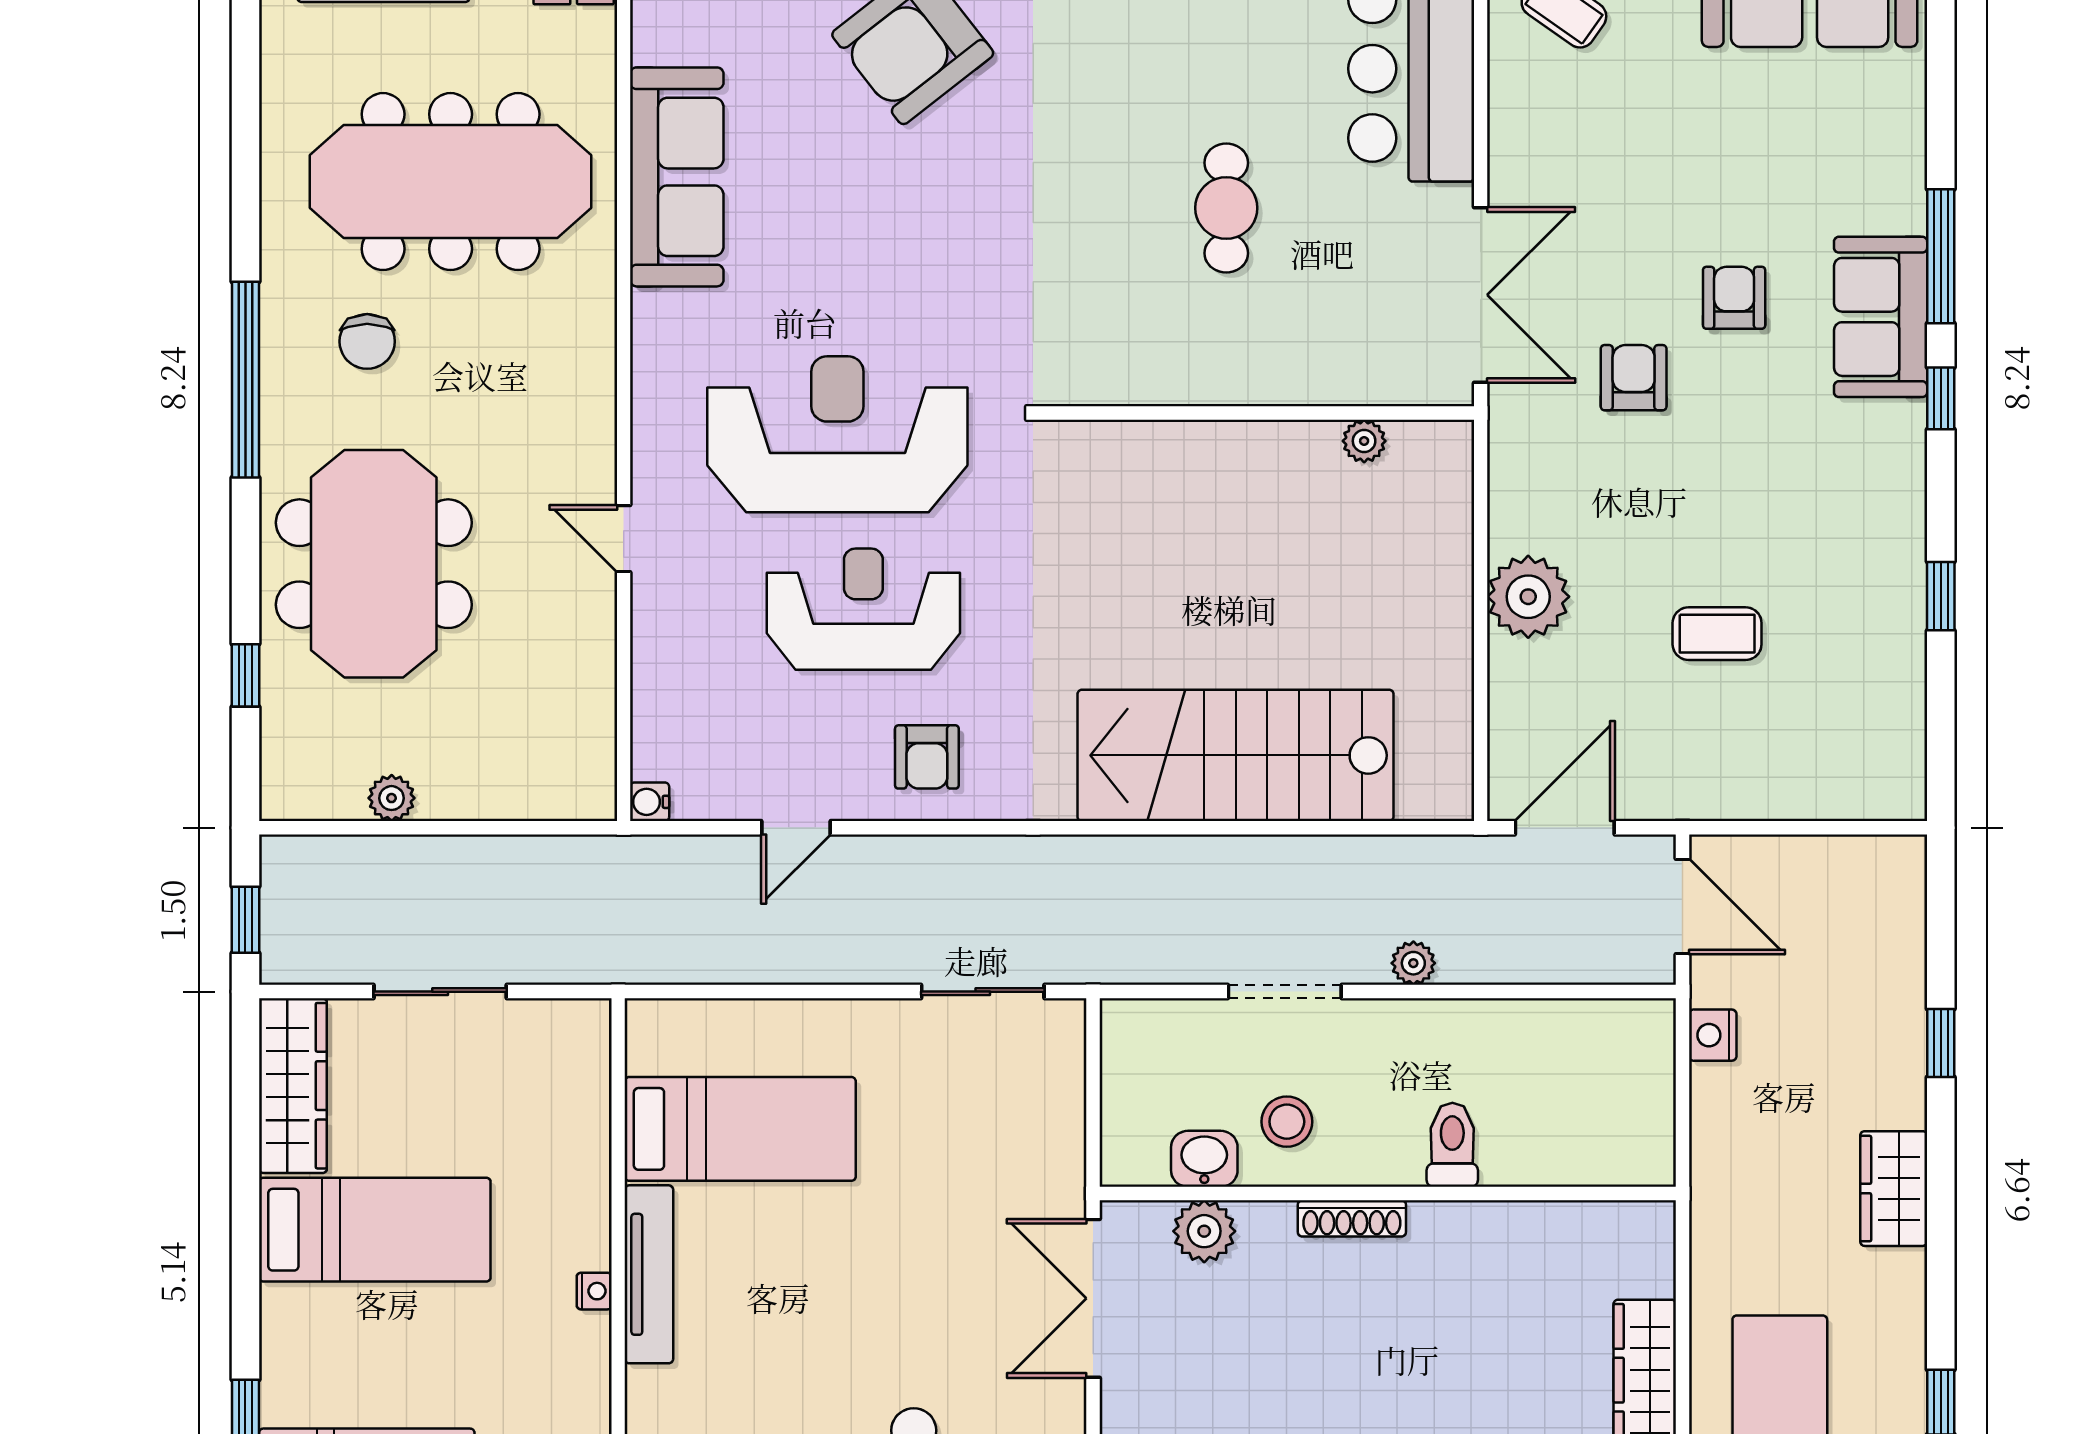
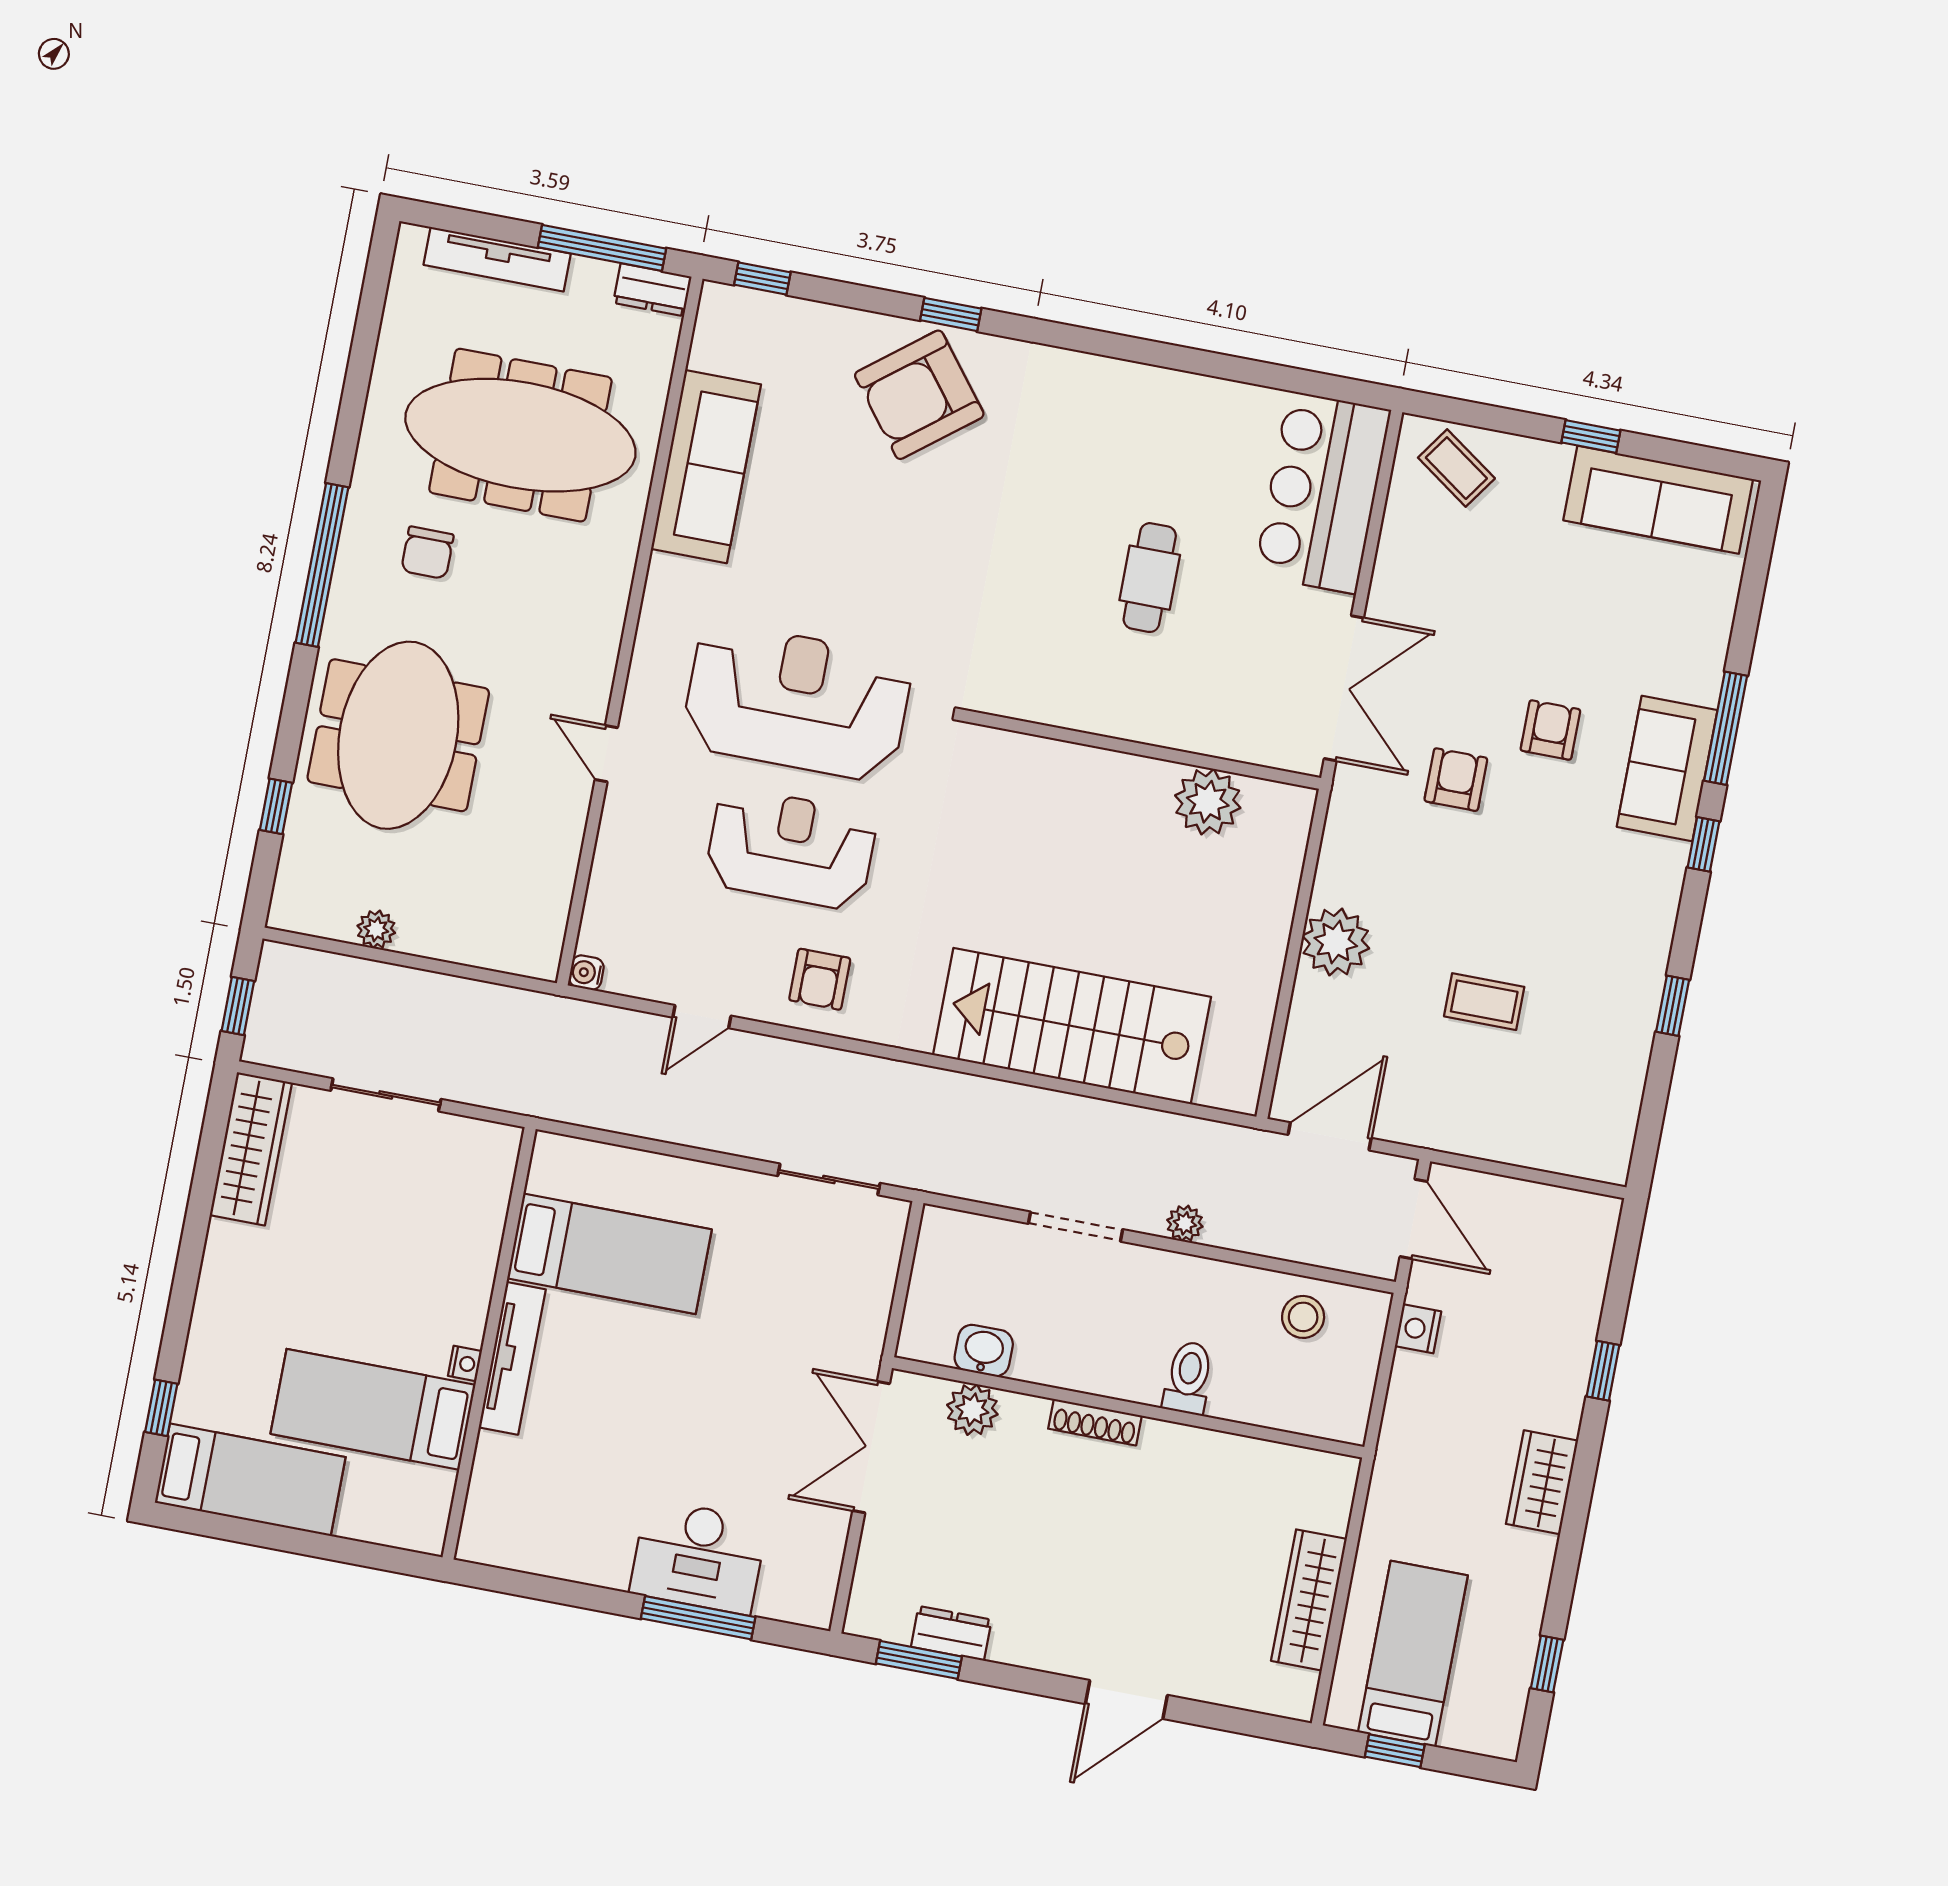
plant: (1364, 441) -> (1208, 802), width x1.87, depth x1.87
stool: (1287, 1122) -> (1303, 1317), moved
bed: (375, 1230) -> (373, 1409), moved, turned 180

